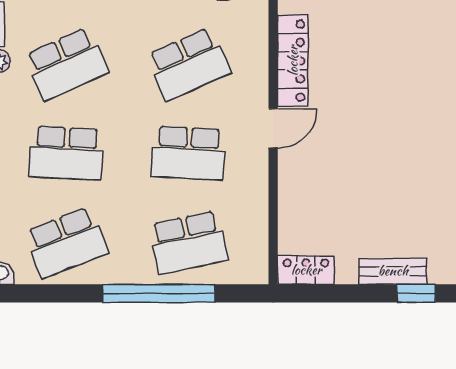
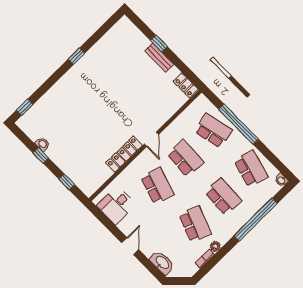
school desk: (66, 64) -> (195, 224), turned 45
school desk: (189, 64) -> (157, 186), turned 42
door: (273, 128) -> (151, 139), swing flipped
school desk: (66, 242) -> (251, 169), turned 36

